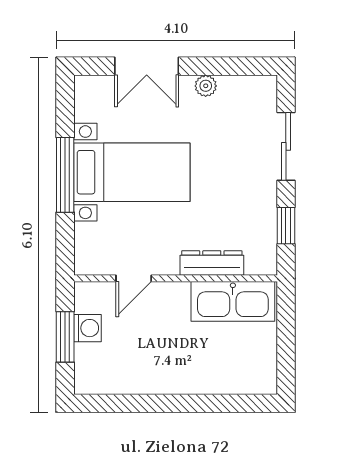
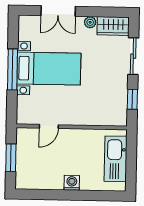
wardrobe: (248, 92) -> (113, 26), added
dresser: (212, 263) -> (92, 119), removed
kitchen sink: (233, 301) -> (116, 159), moved, turned 90
washing machine: (88, 328) -> (72, 183), moved, turned -90

